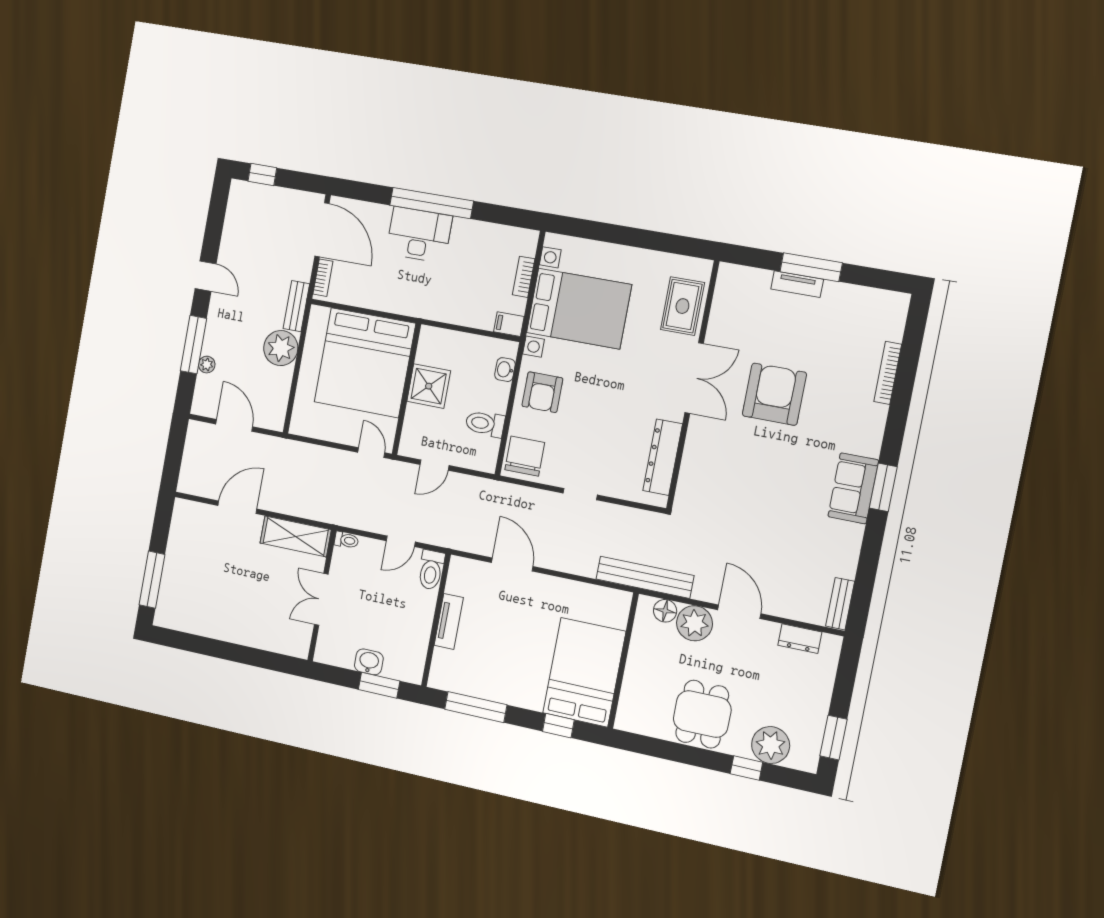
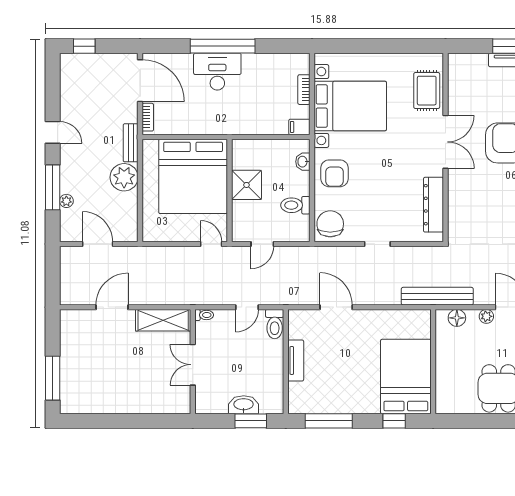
plant: (694, 623) -> (486, 316), width x0.53, depth x0.53
washbasin: (369, 662) -> (244, 405), width x1.38

